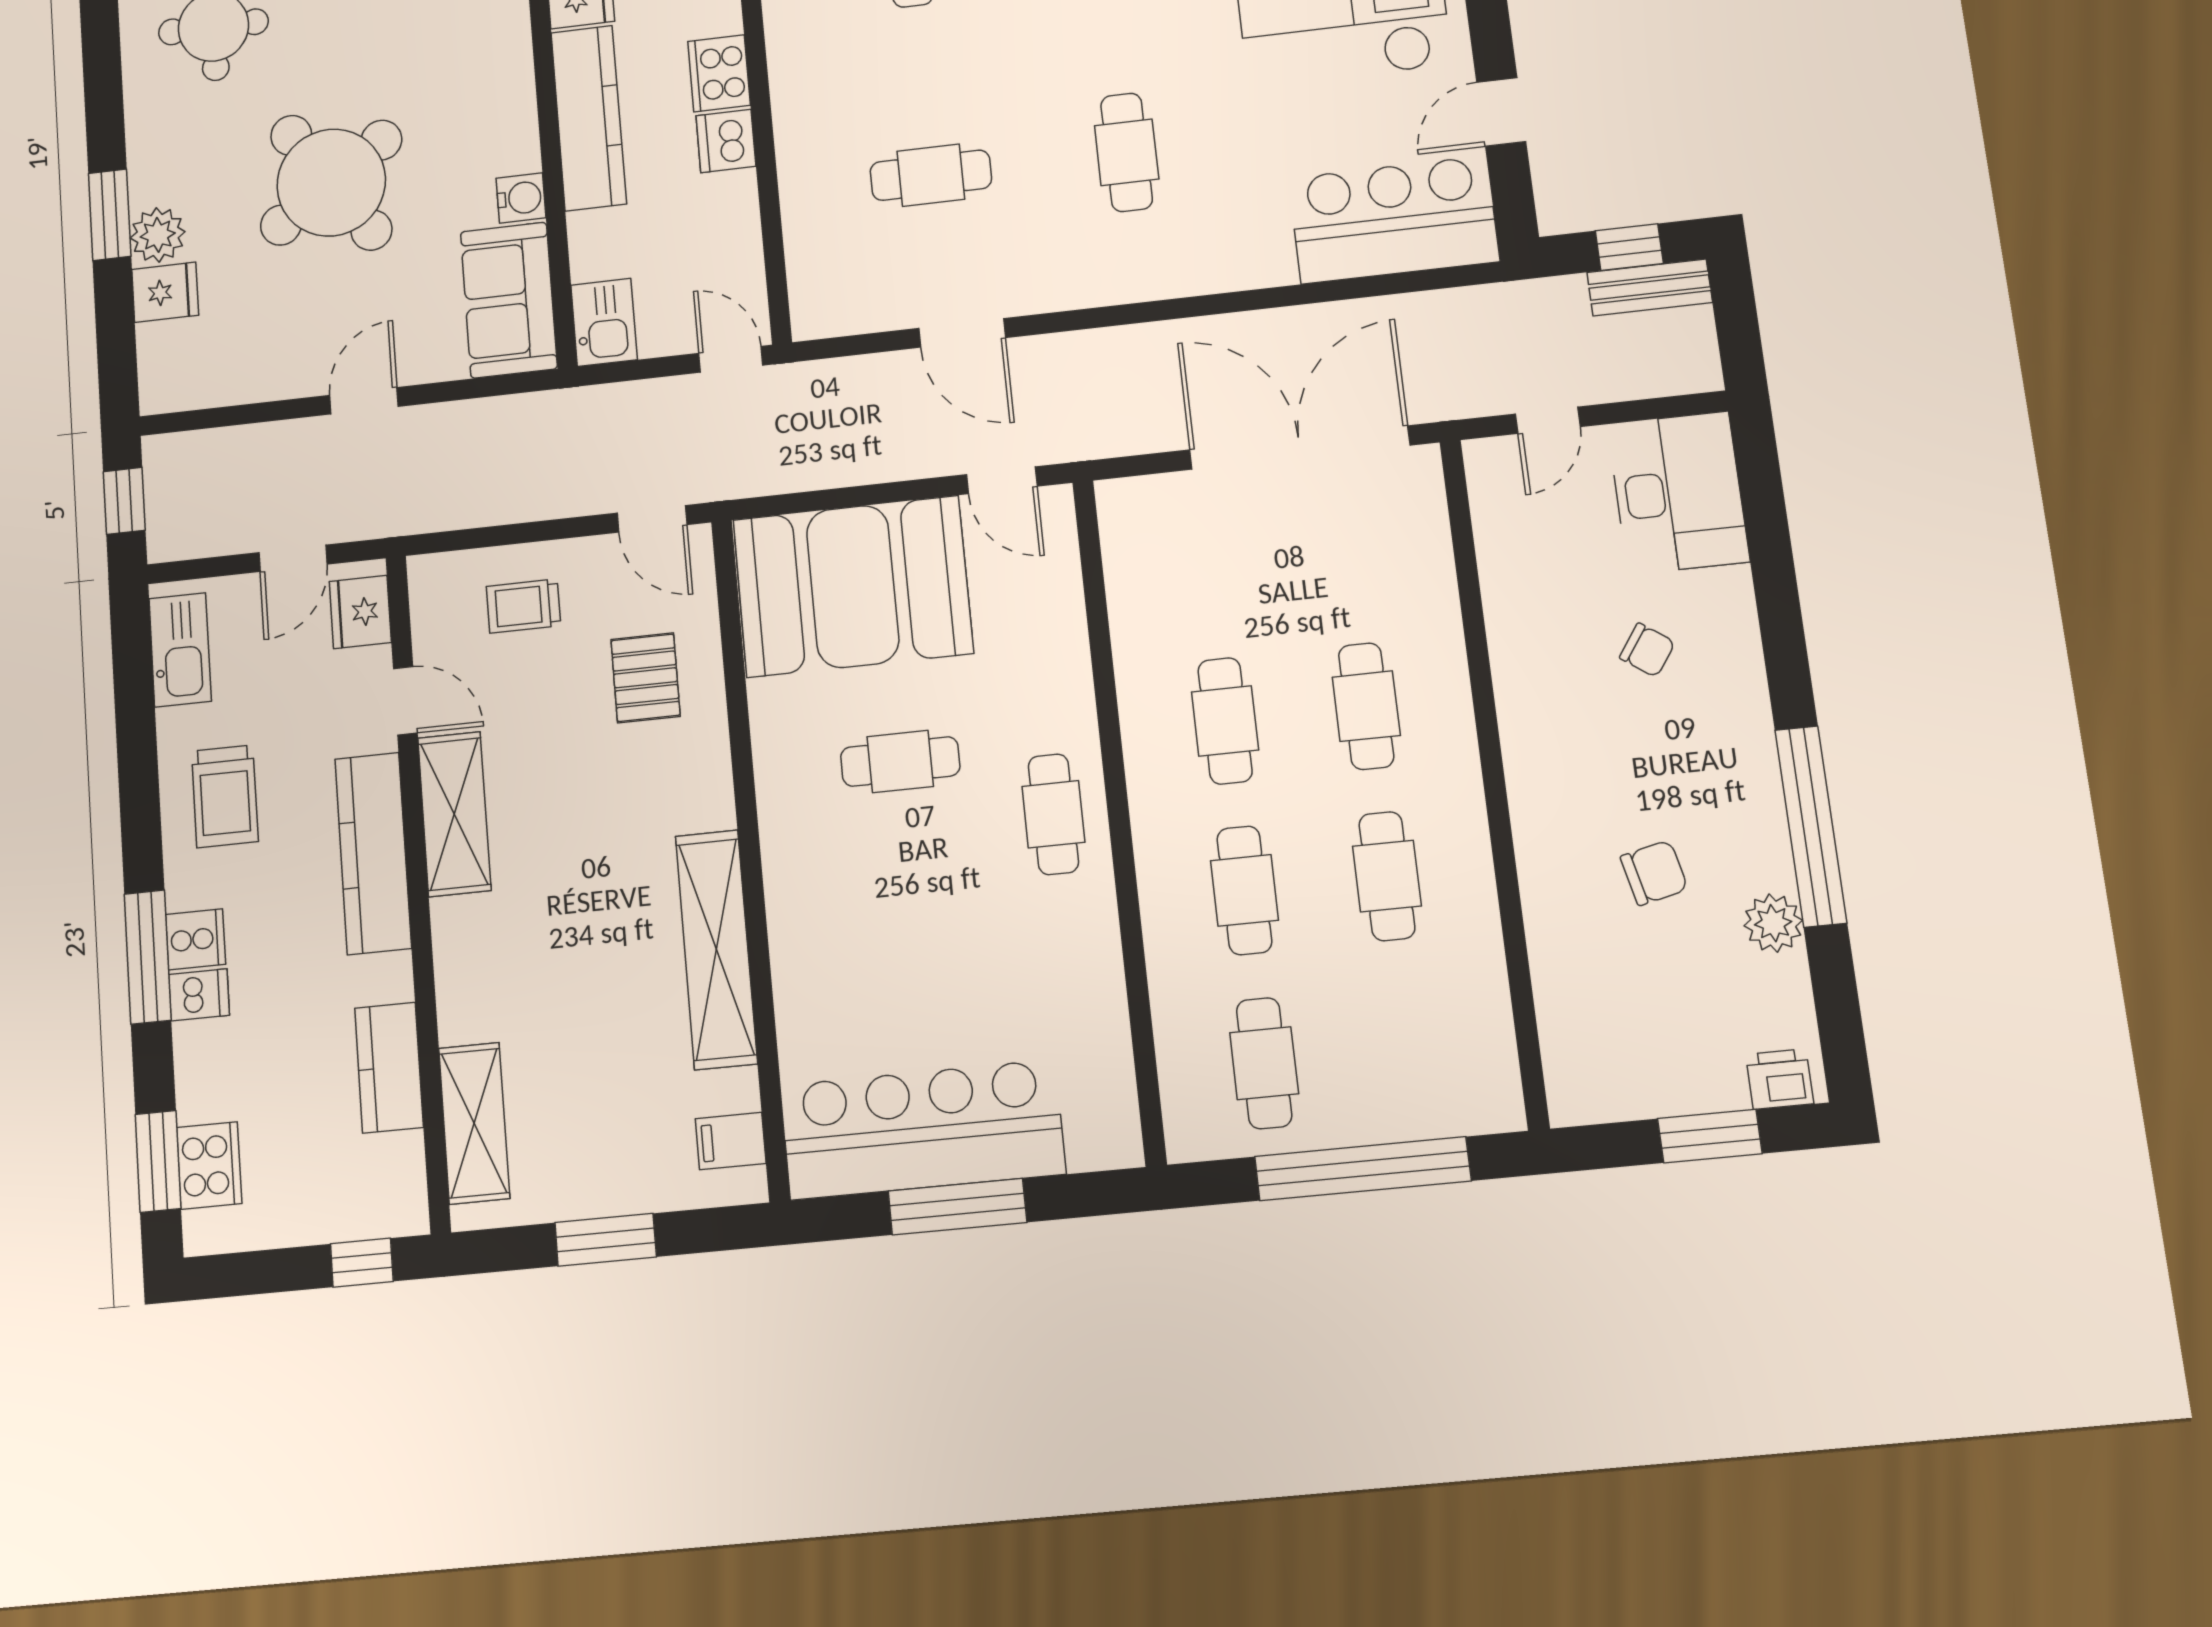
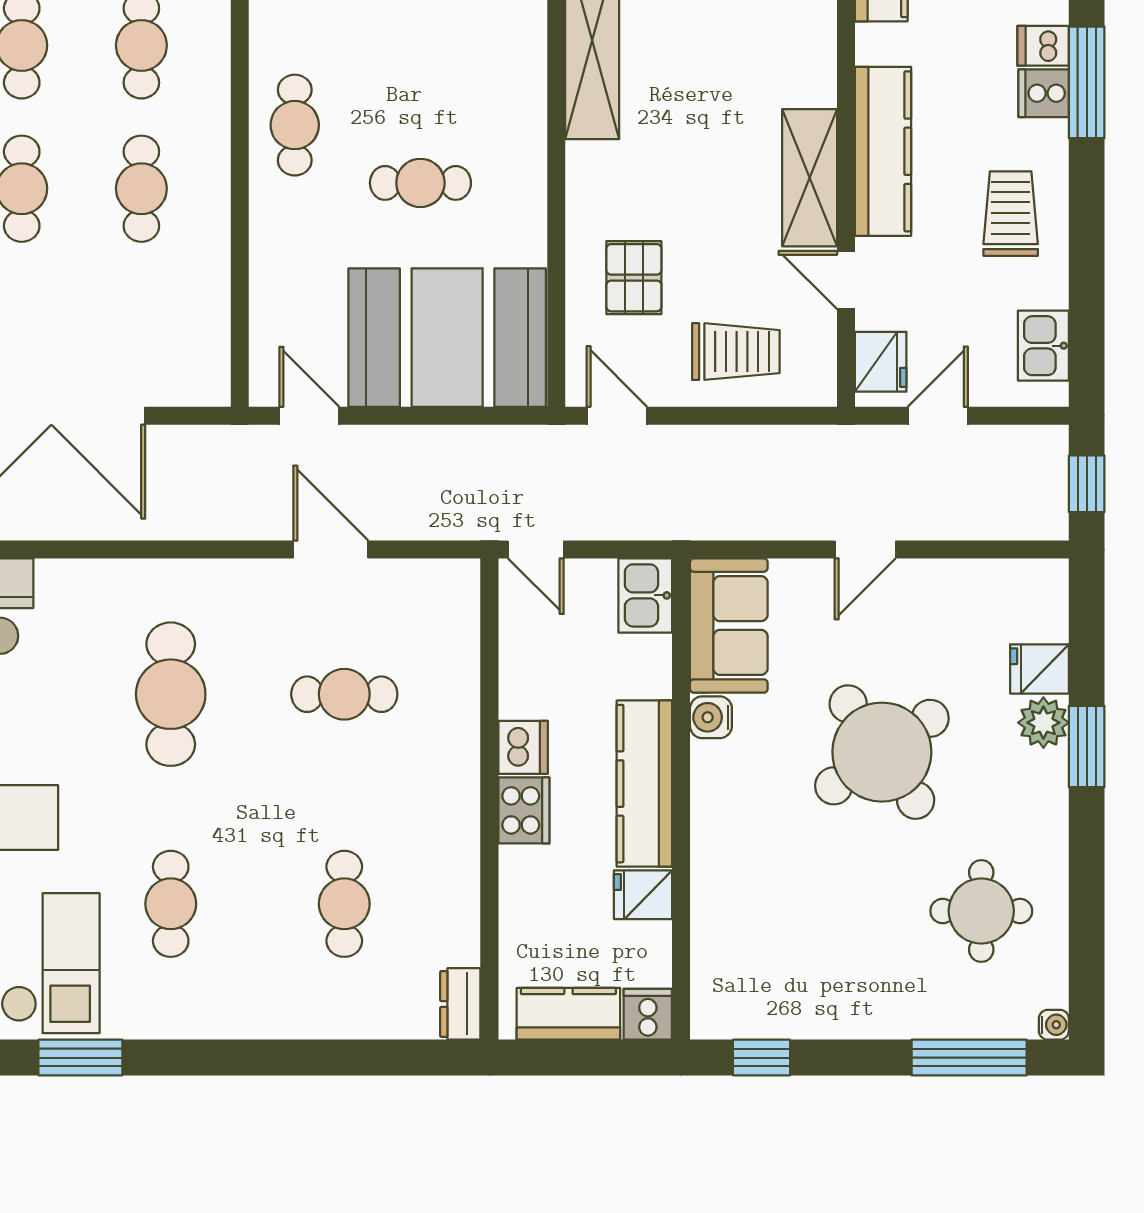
cafe table: (1127, 152) -> (171, 694), width x1.37, depth x1.35
trolley: (523, 606) -> (736, 352), width x1.36, depth x1.39
kitchen sink: (180, 650) -> (1043, 346), width x0.73

